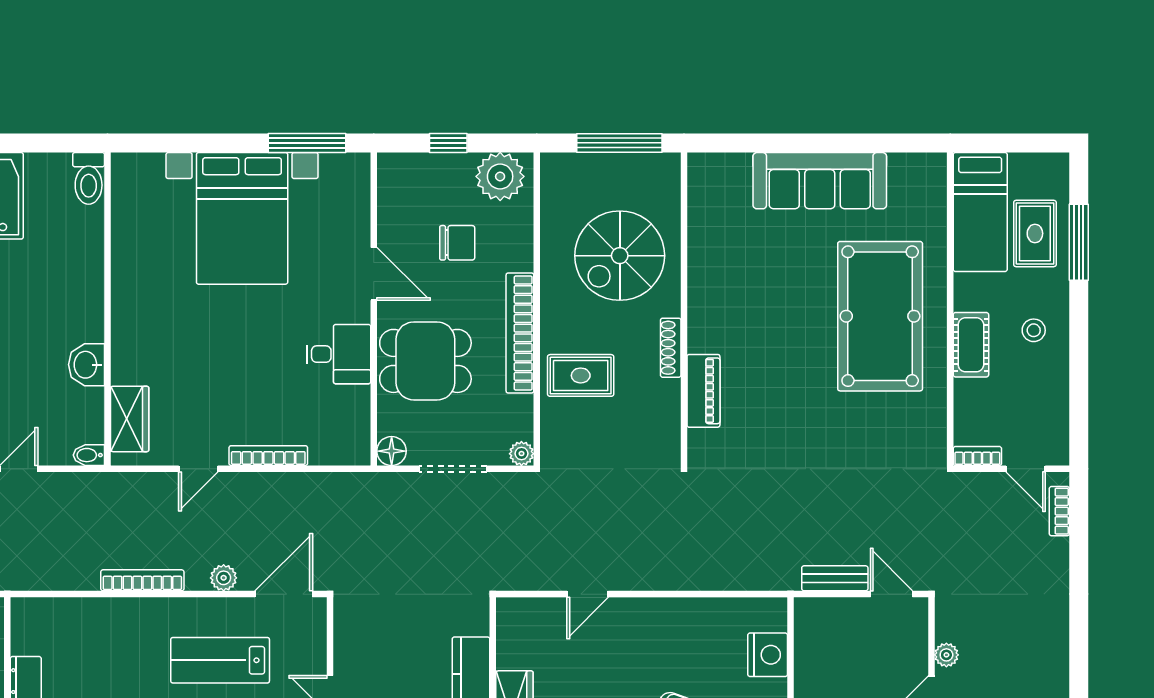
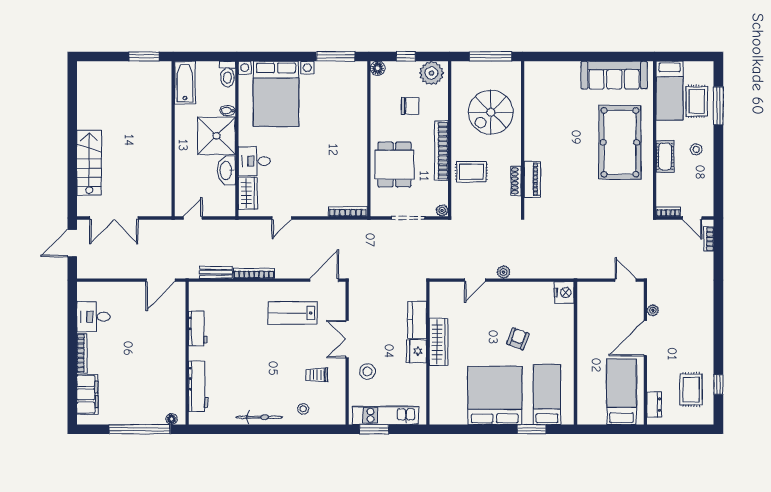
sofa: (820, 181) -> (614, 75), moved
bed with nightstands: (242, 218) -> (276, 94), moved
door: (374, 274) -> (369, 121), removed
shower: (67, 303) -> (216, 136), added
shoe rack: (671, 348) -> (516, 181), moved
desk: (339, 354) -> (254, 161), moved, turned 180
dining table: (425, 361) -> (394, 165), turned 90
washbasin: (87, 365) -> (226, 170), width x1.38
floor lamp: (392, 451) -> (378, 68), moved
bidet: (89, 455) -> (228, 111), moved
bookcase: (268, 456) -> (348, 211), moved
plant: (224, 578) -> (504, 272), moved
bench: (835, 578) -> (216, 272), moved
nightstand: (768, 655) -> (564, 293), moved

